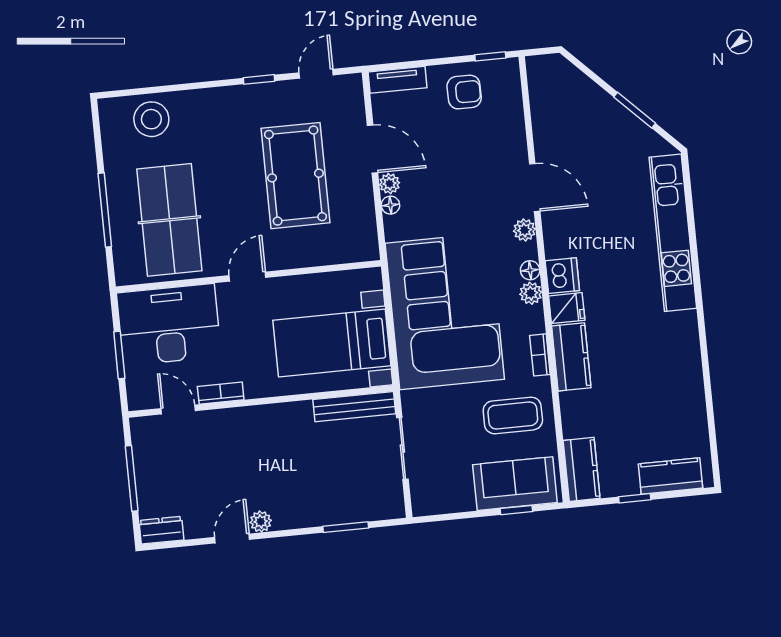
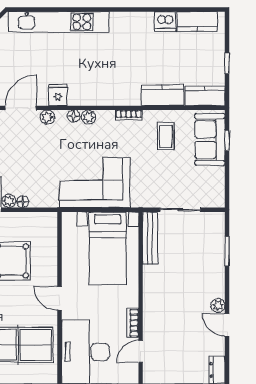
dishwasher: (562, 276) -> (165, 22), moved, turned 180
fridge: (567, 308) -> (58, 95), moved
corner sofa: (445, 311) -> (94, 183), width x0.73, depth x0.74
kitchen counter: (571, 357) -> (162, 95), moved
coffee table: (513, 415) -> (166, 137), width x0.73, depth x0.77
kitchen counter: (671, 476) -> (197, 21), moved, turned -90

